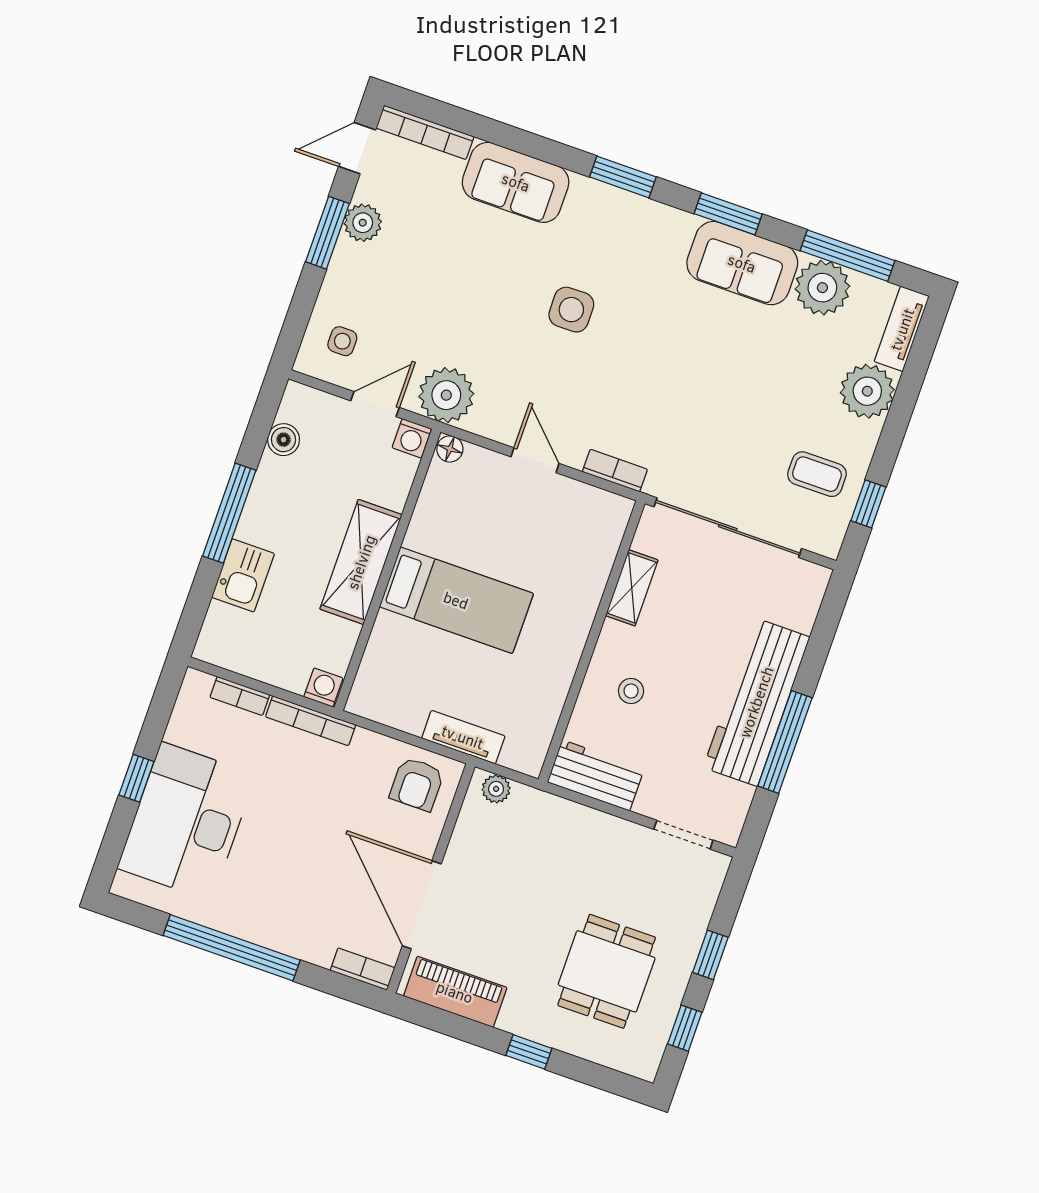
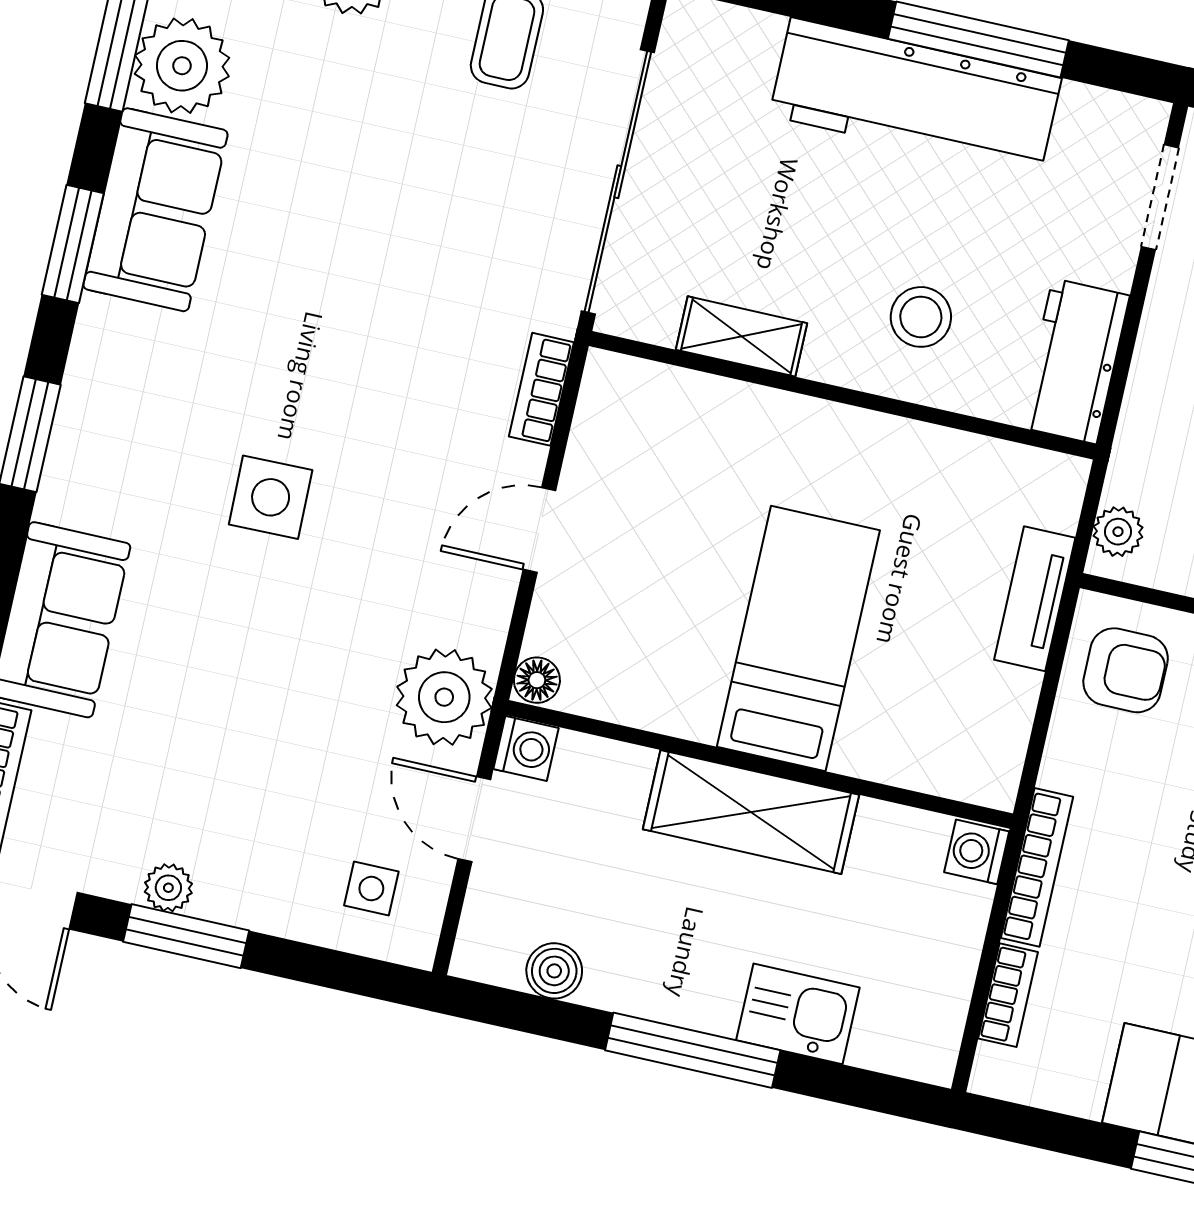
plant: (363, 223) -> (168, 888), width x0.73, depth x0.73
stool: (631, 691) -> (921, 317), width x1.37, depth x1.37

